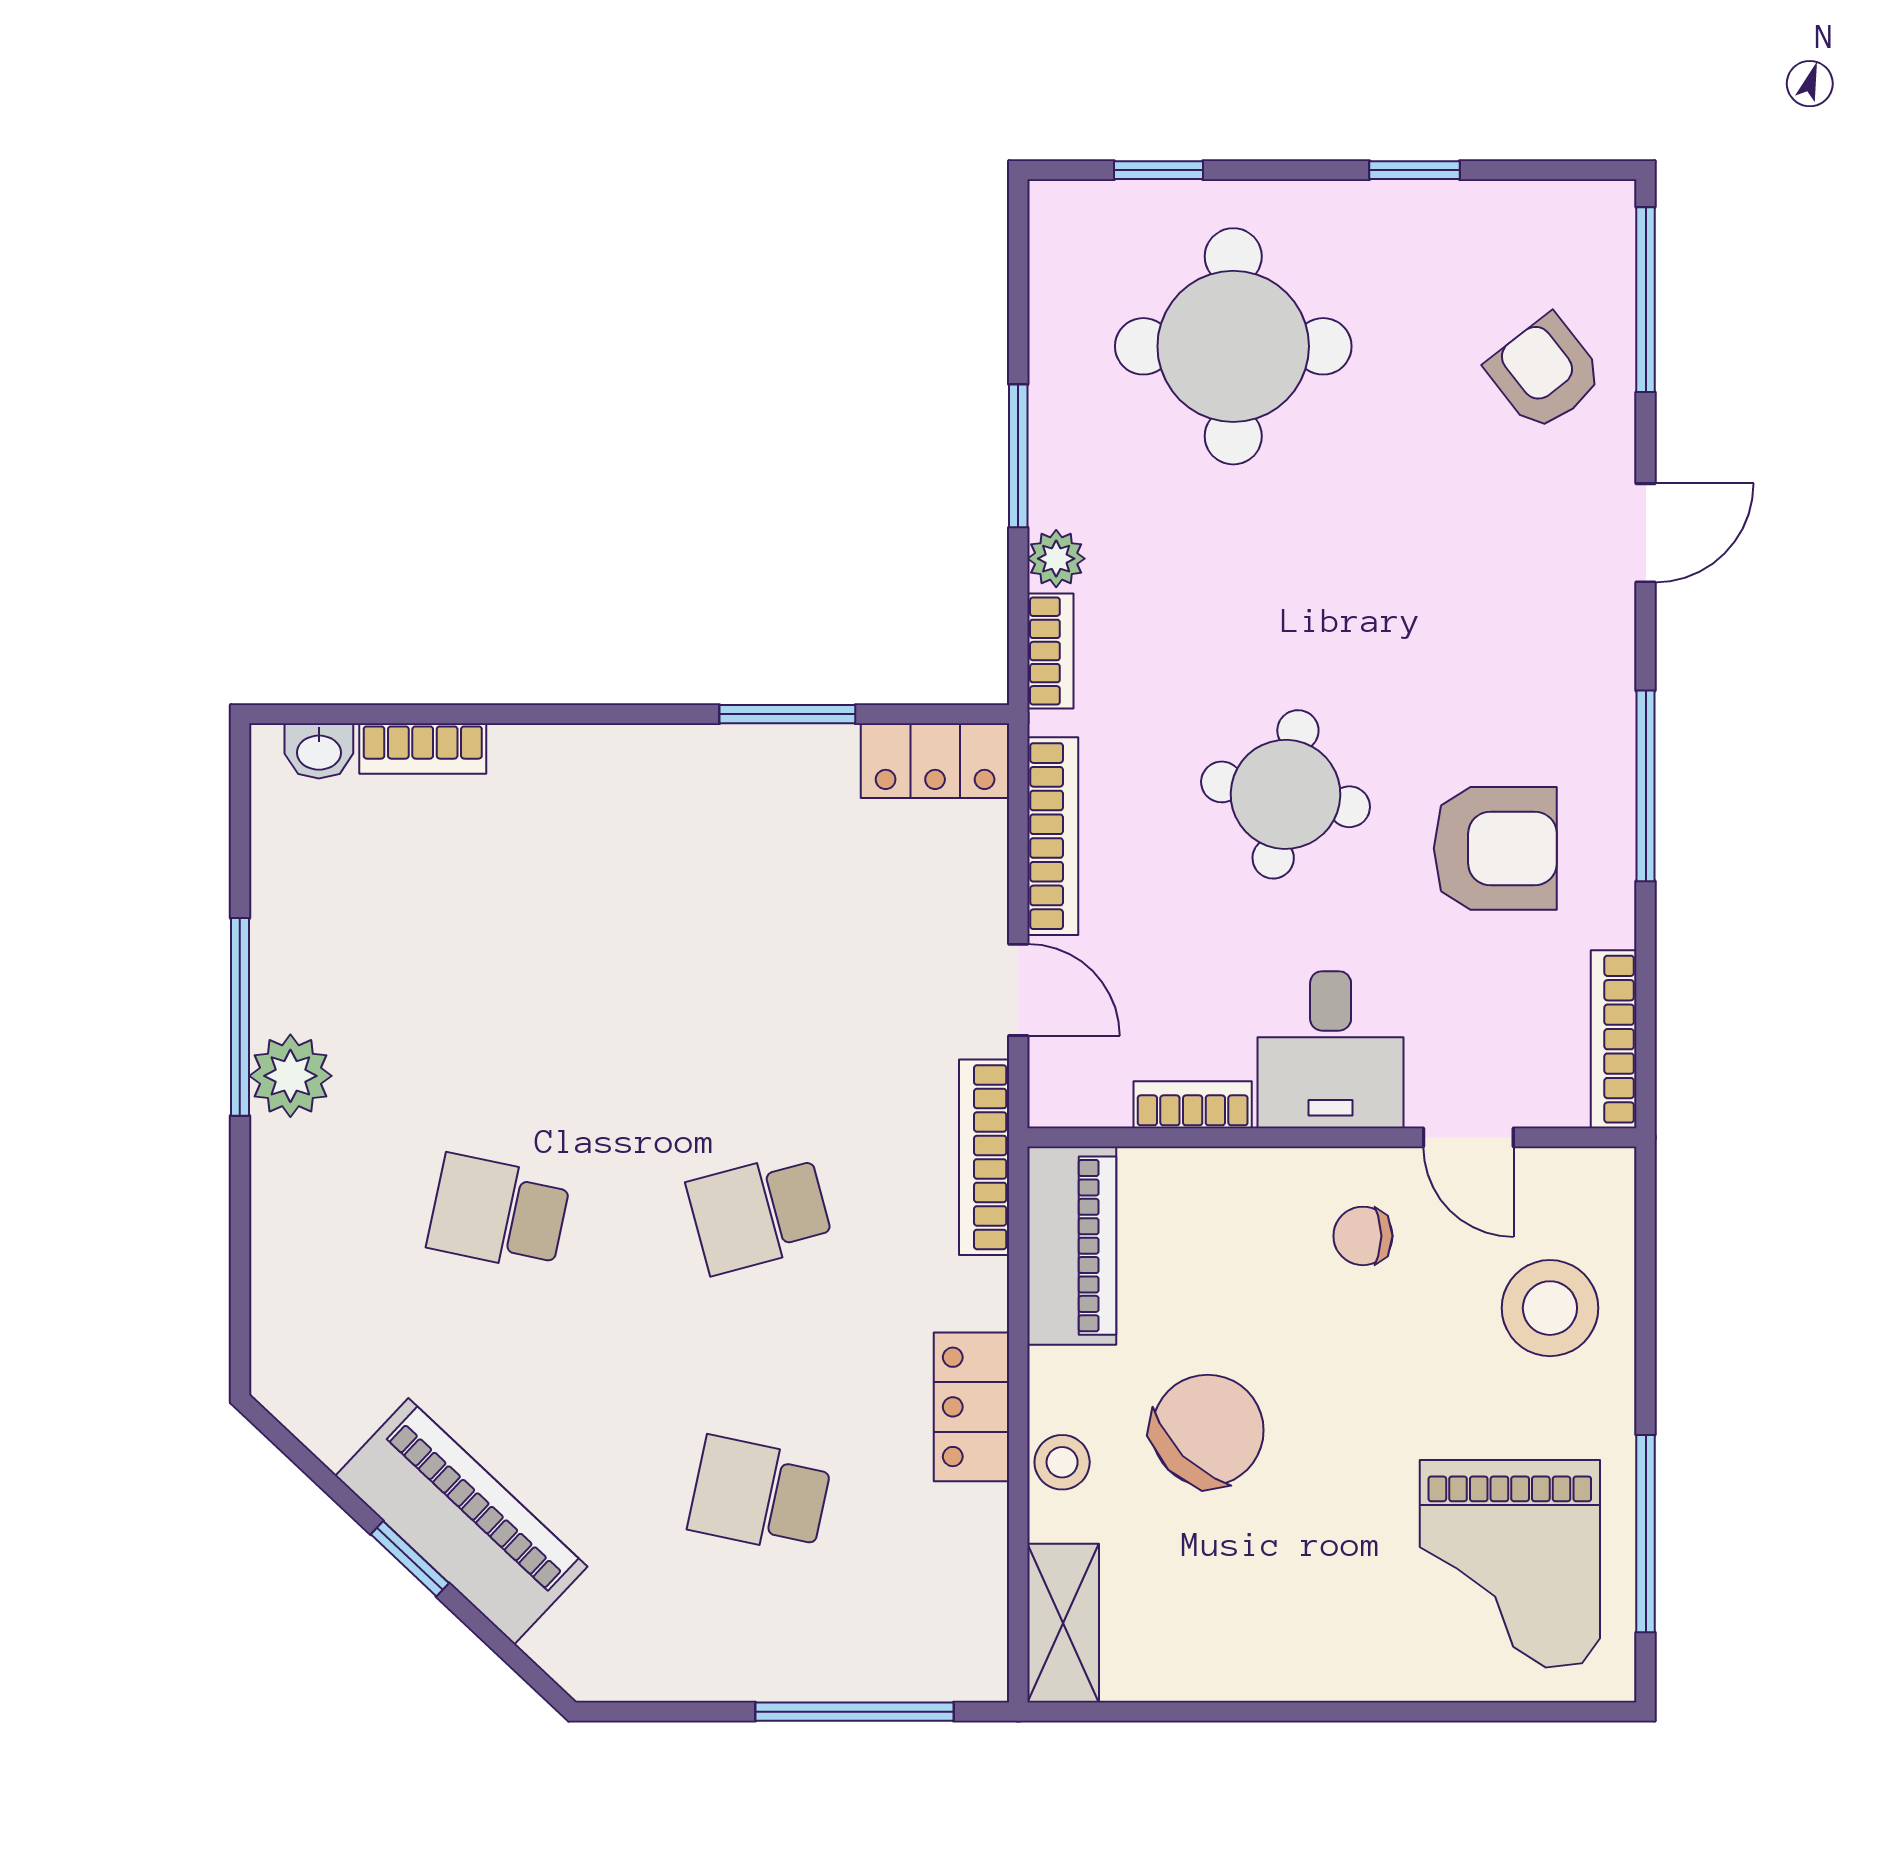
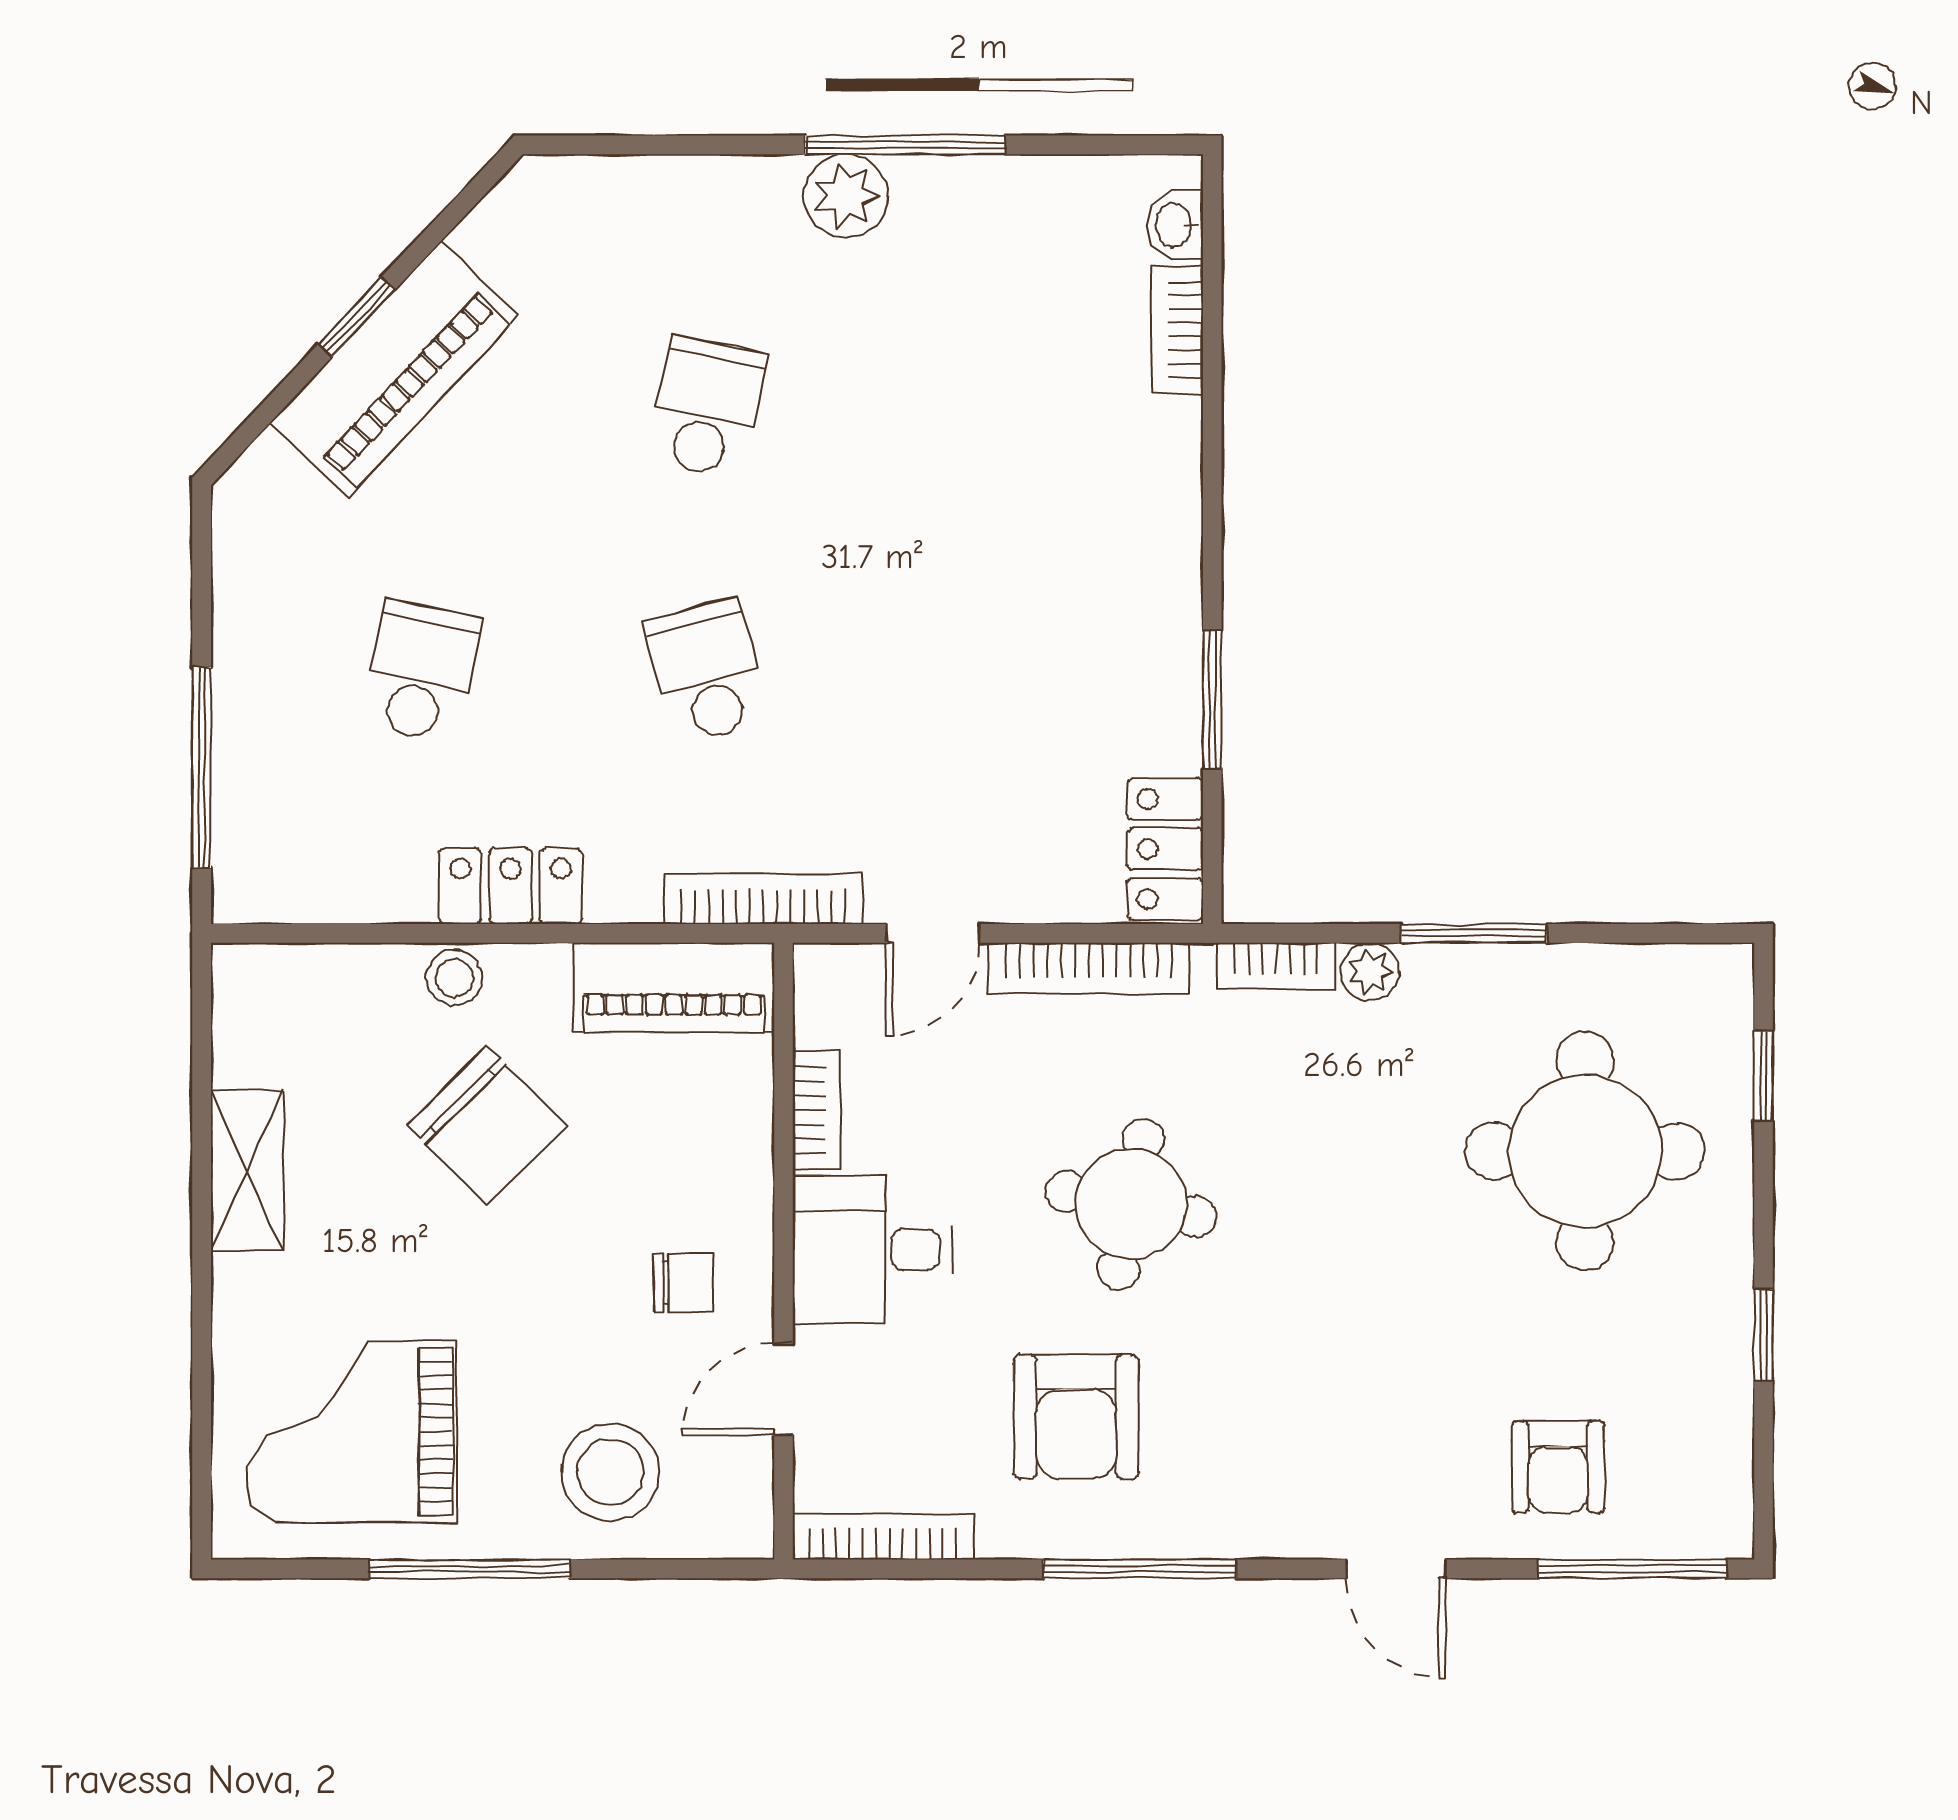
armchair: (1545, 373) -> (1558, 1467), turned 128
chair: (1363, 1236) -> (684, 1283), turned 89
window: (1646, 1534) -> (469, 1569), moved
shelving: (1063, 1623) -> (247, 1170), moved, turned 90

